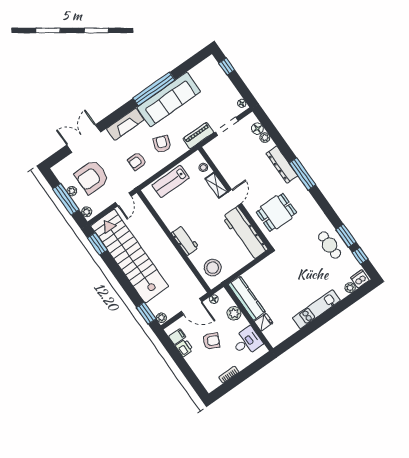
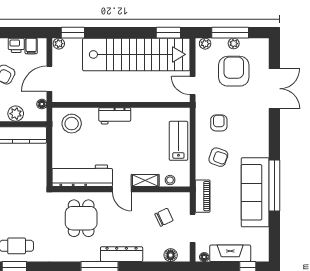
fireplace: (125, 124) -> (230, 253), moved, turned 90
plant: (265, 138) -> (157, 256), removed
chair: (233, 153) -> (164, 217), added

